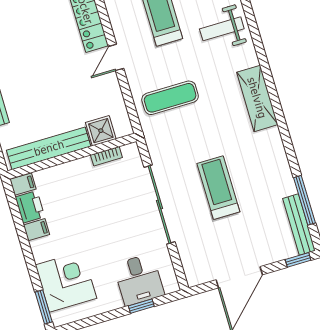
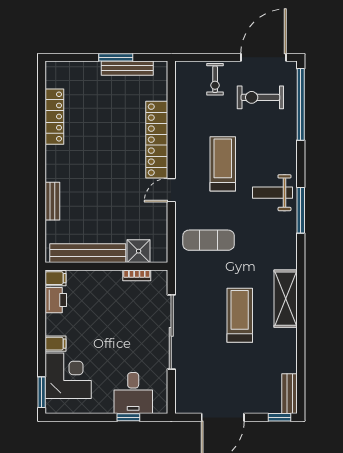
shelving: (257, 98) -> (286, 299), moved
treadmill: (218, 188) -> (240, 315), moved
window: (304, 200) -> (301, 210), moved
bench: (299, 225) -> (289, 394), width x0.73
filing cabinet: (37, 230) -> (56, 344), moved

